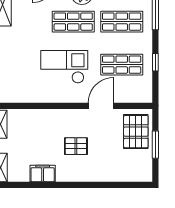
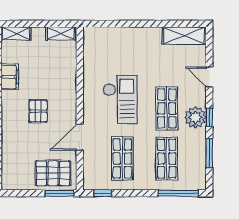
window: (155, 62) -> (103, 193), moved
door: (101, 106) -> (80, 137), swing flipped
window: (155, 145) -> (59, 193), moved

